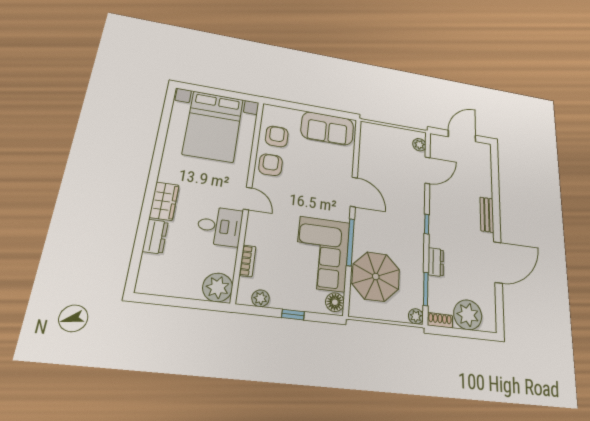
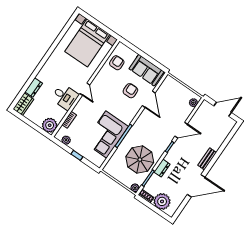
armchair: (270, 165) -> (130, 91), moved
door: (427, 170) -> (181, 130), moved
door: (354, 192) -> (149, 99), moved
wardrobe: (164, 201) -> (23, 104), moved
parasol: (376, 276) -> (140, 160), moved
floor lamp: (335, 302) -> (99, 160), removed

